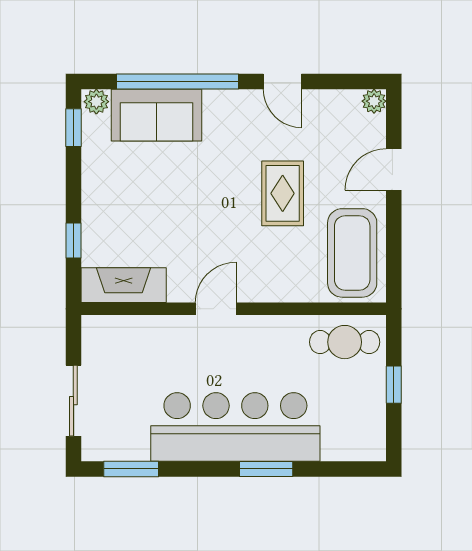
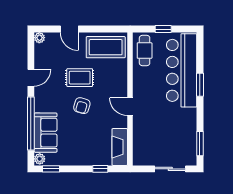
armchair: (218, 198) -> (82, 106), added
bar counter: (235, 427) -> (182, 70), moved

